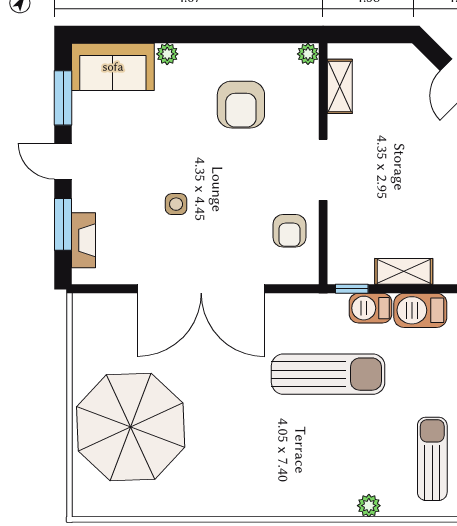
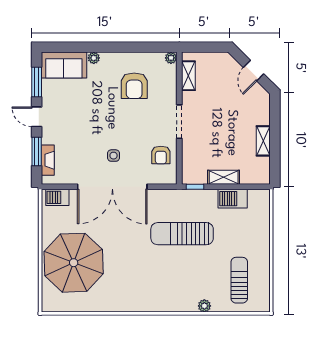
side table: (176, 204) -> (114, 156), moved
barbecue: (371, 308) -> (57, 197), moved
sun lounger: (328, 374) -> (182, 234), turned 180

